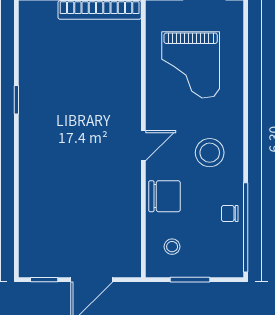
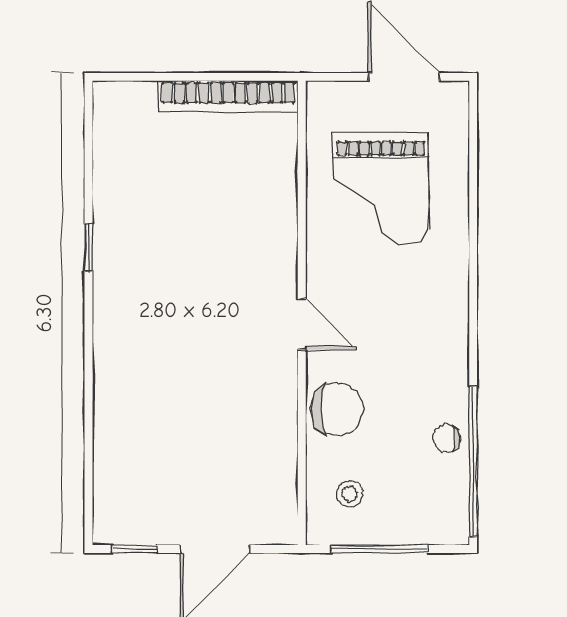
door: (143, 146) -> (302, 324), hinge flipped
stool: (210, 153) -> (413, 336), removed
window: (190, 280) -> (380, 549), width x1.44

